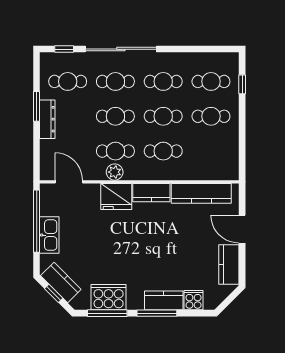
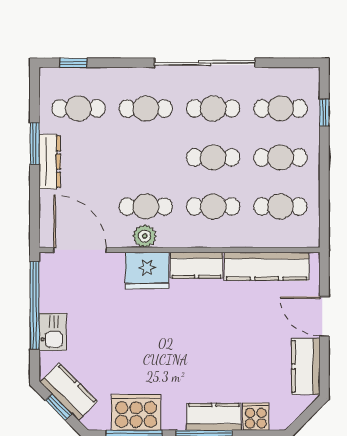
sliding door: (121, 49) -> (205, 63), moved
cafe table: (115, 116) -> (280, 206), moved
door: (69, 182) -> (80, 250), width x1.36
kitchen sink: (49, 235) -> (53, 332), width x0.73

